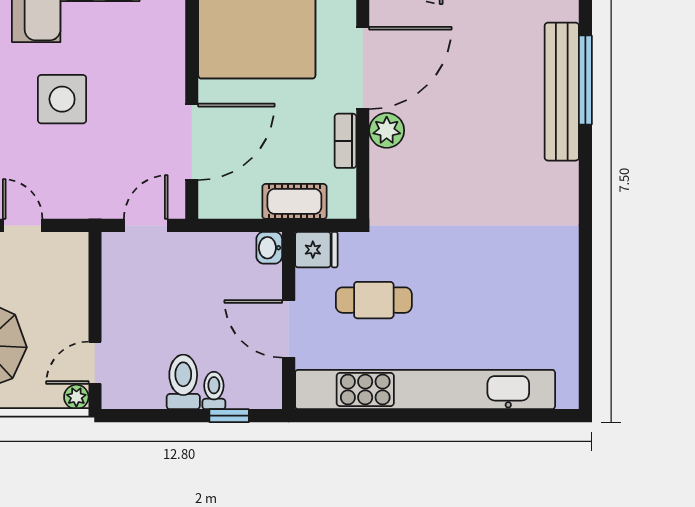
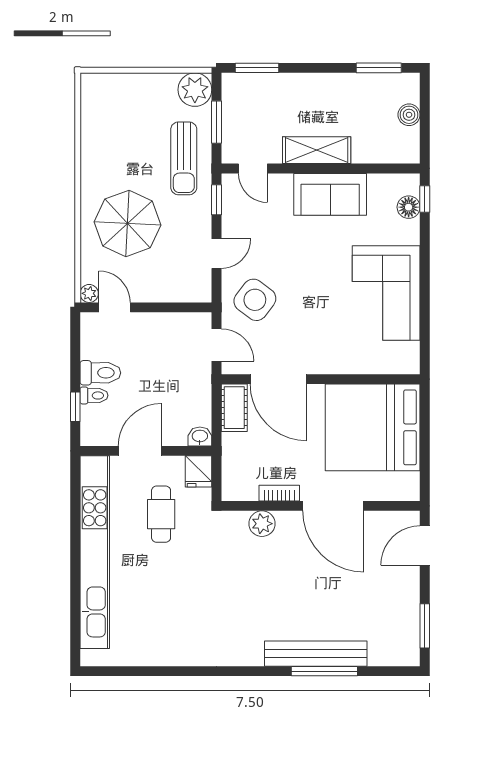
side table: (62, 99) -> (255, 300), moved, turned 37
plant: (387, 130) -> (262, 524), moved
cot: (294, 201) -> (234, 408), moved

